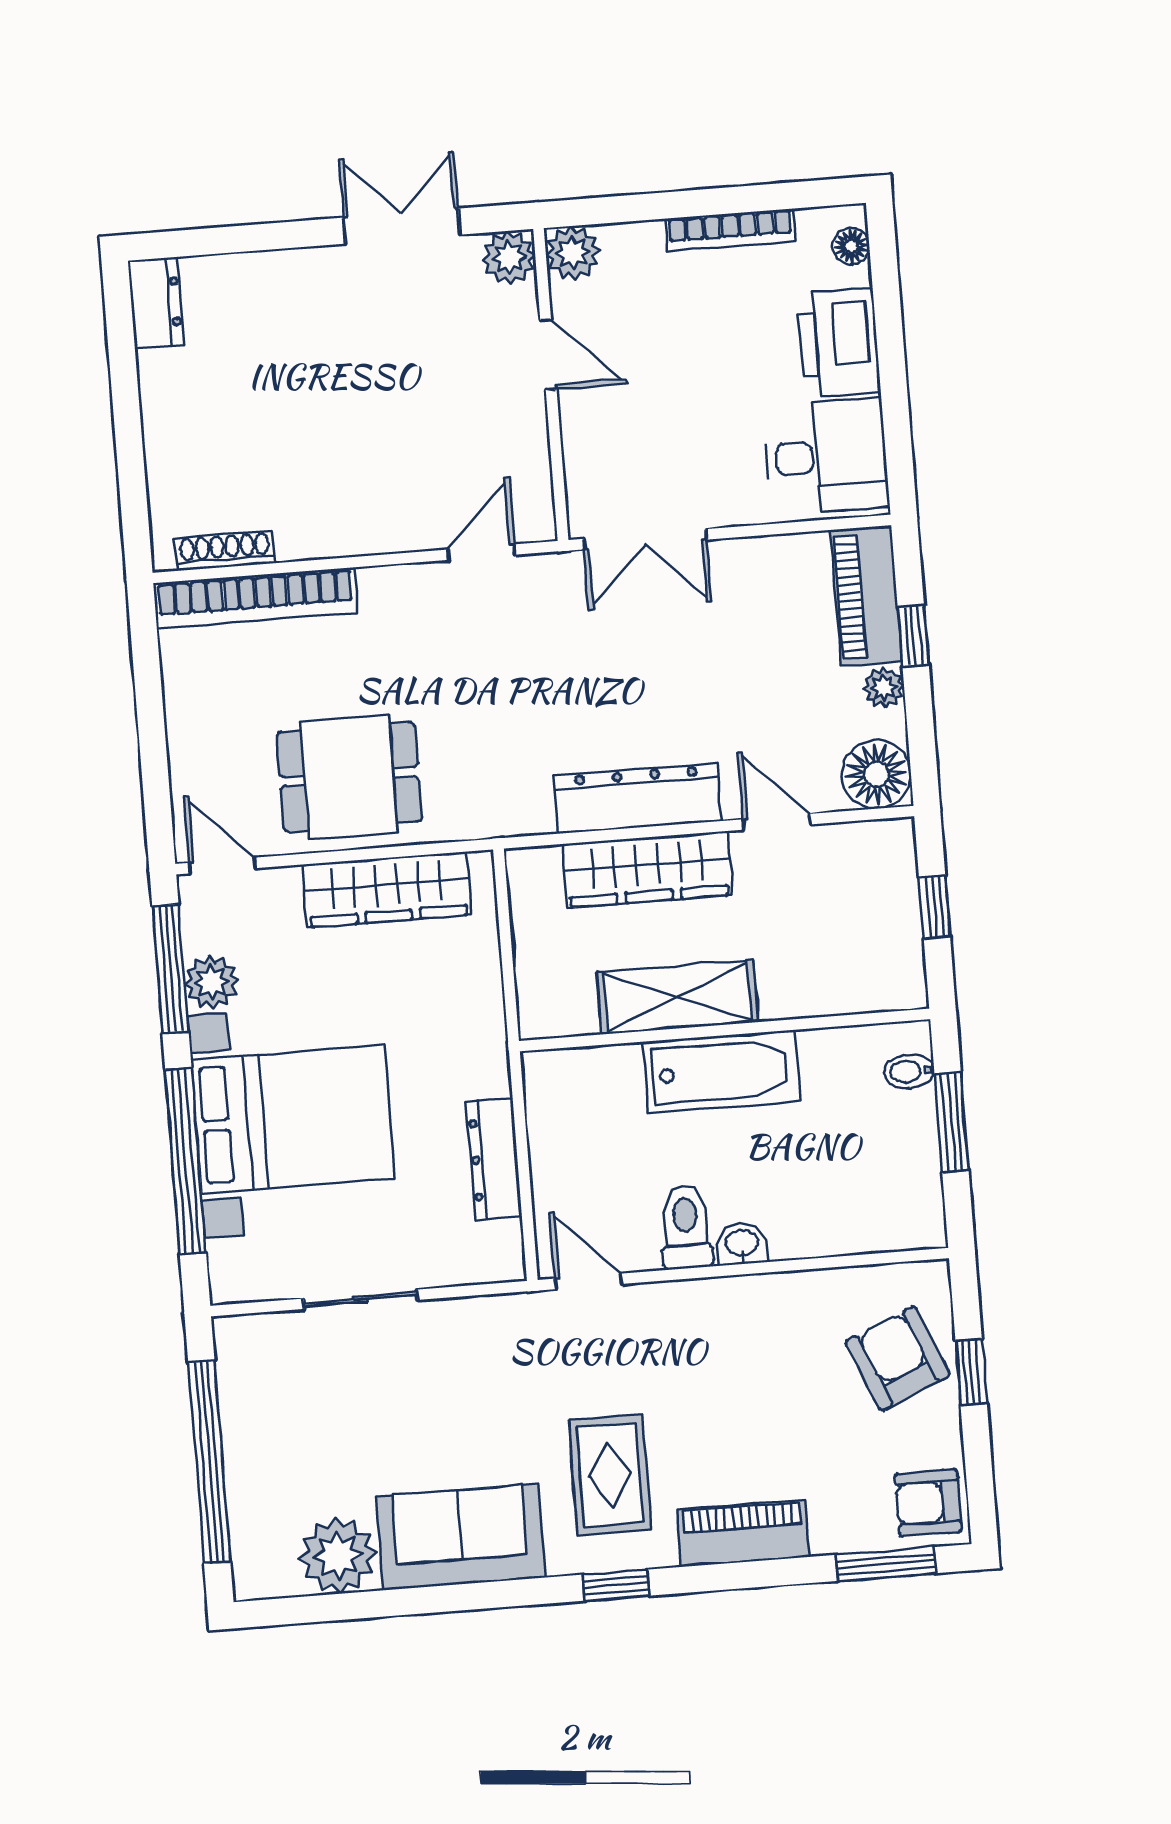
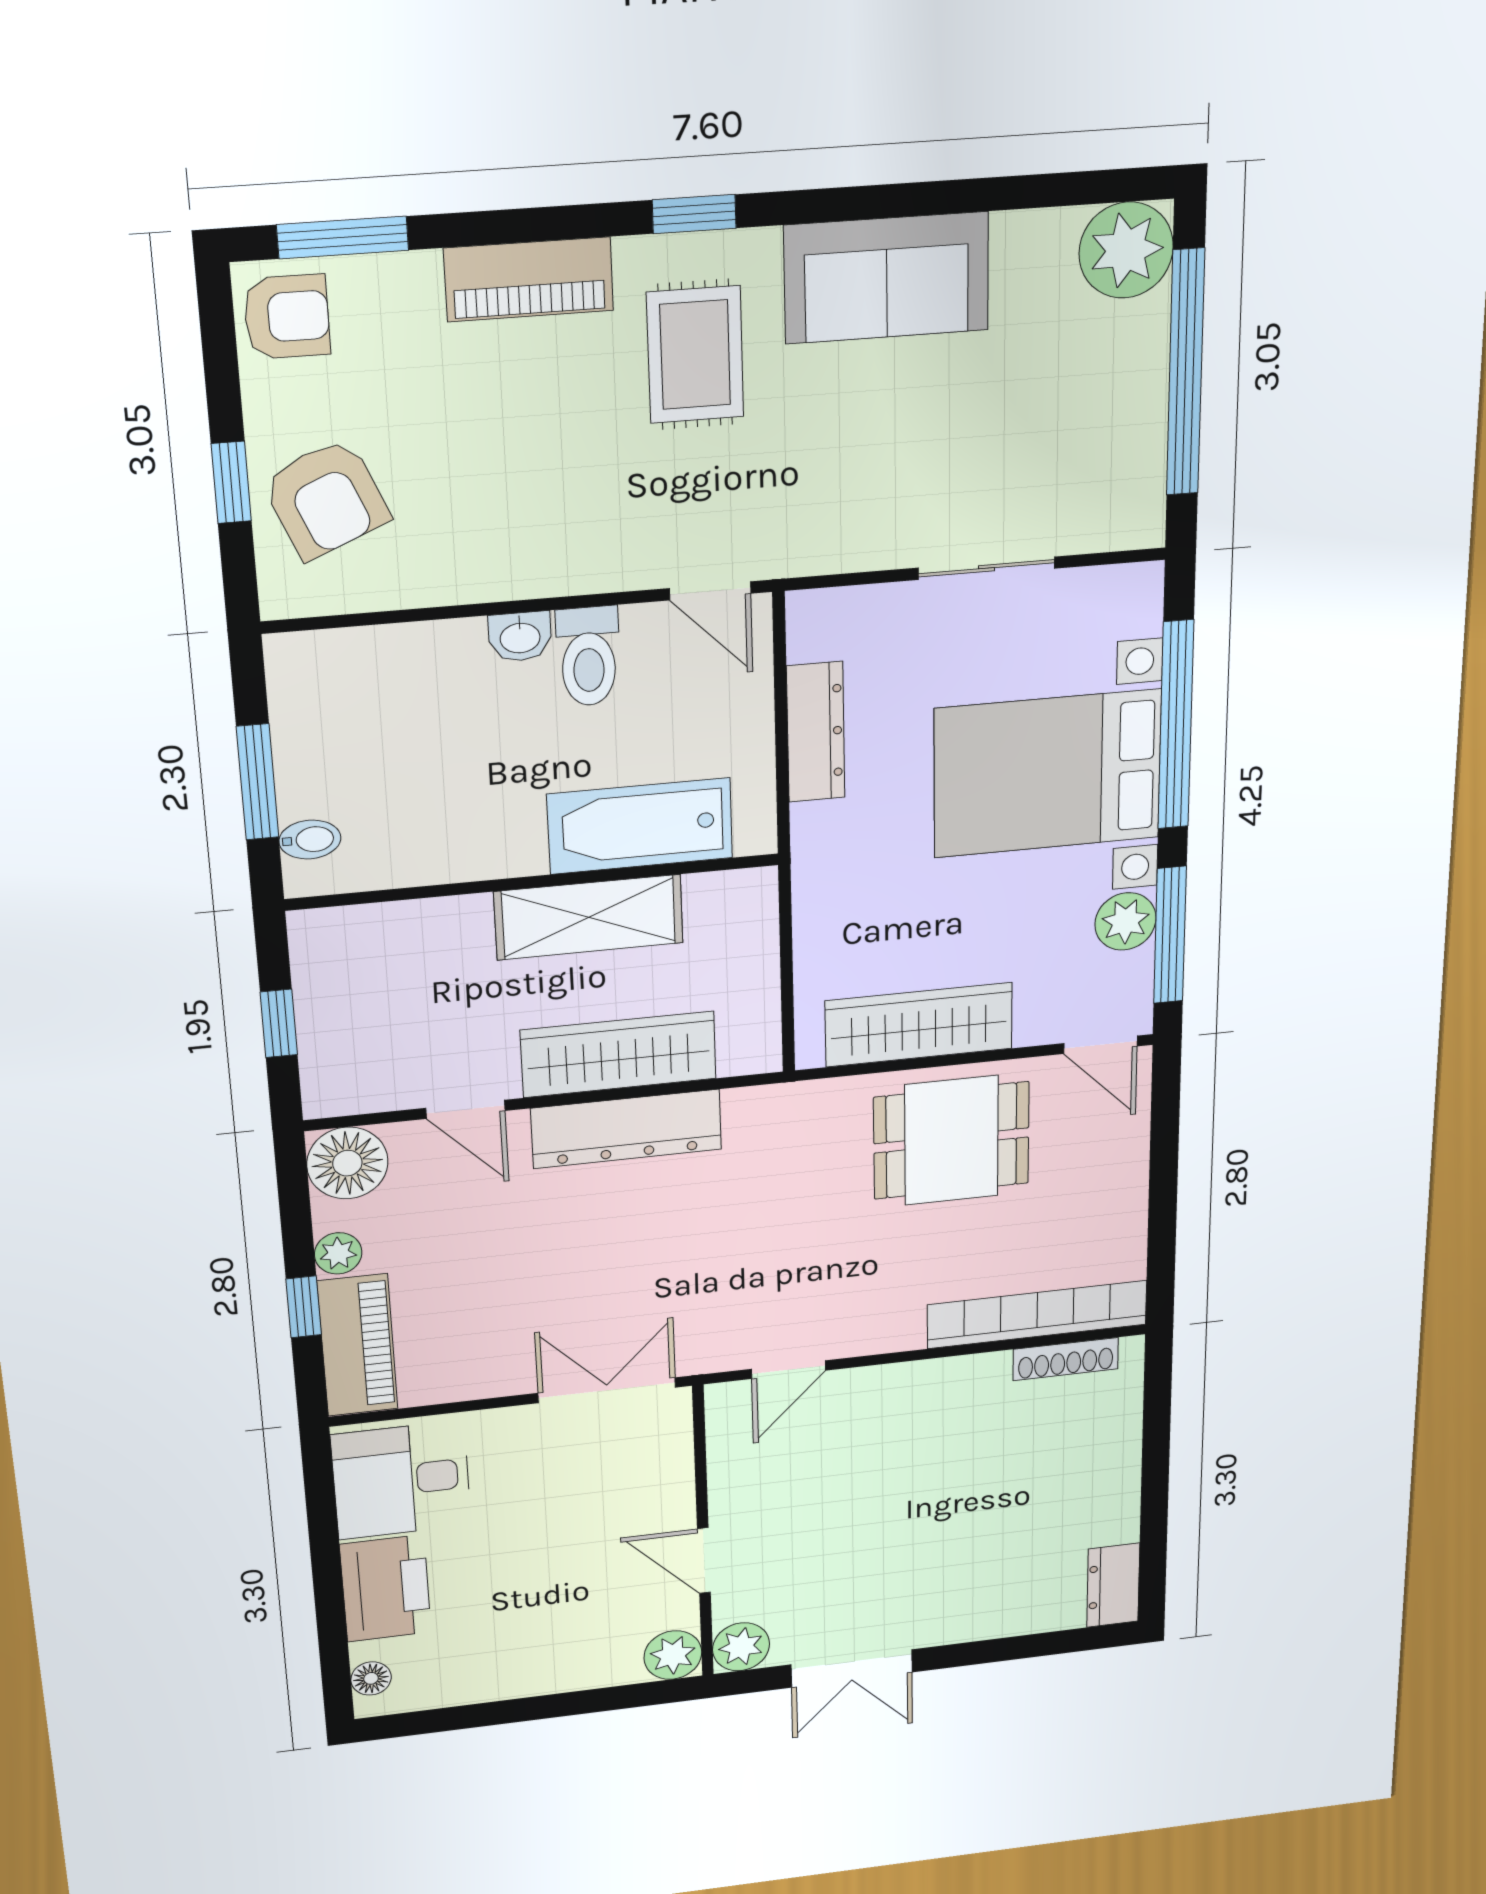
bookcase: (730, 230) -> (503, 1686), removed
bathtub: (722, 1072) -> (640, 826), moved
plant: (338, 1556) -> (1126, 250), moved

